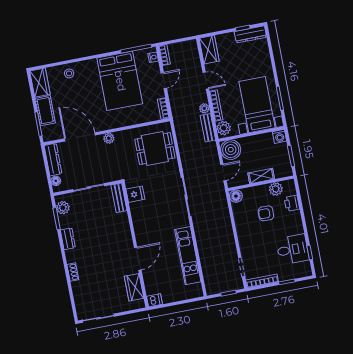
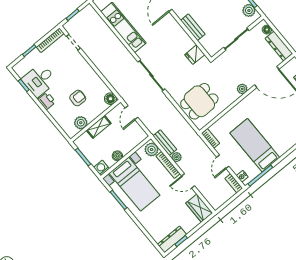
bed: (120, 81) -> (255, 145), width x0.67
boiler: (231, 150) -> (117, 156), moved, width x0.54, depth x0.54
bench: (119, 198) -> (193, 27), moved
printer: (292, 203) -> (47, 101), moved

